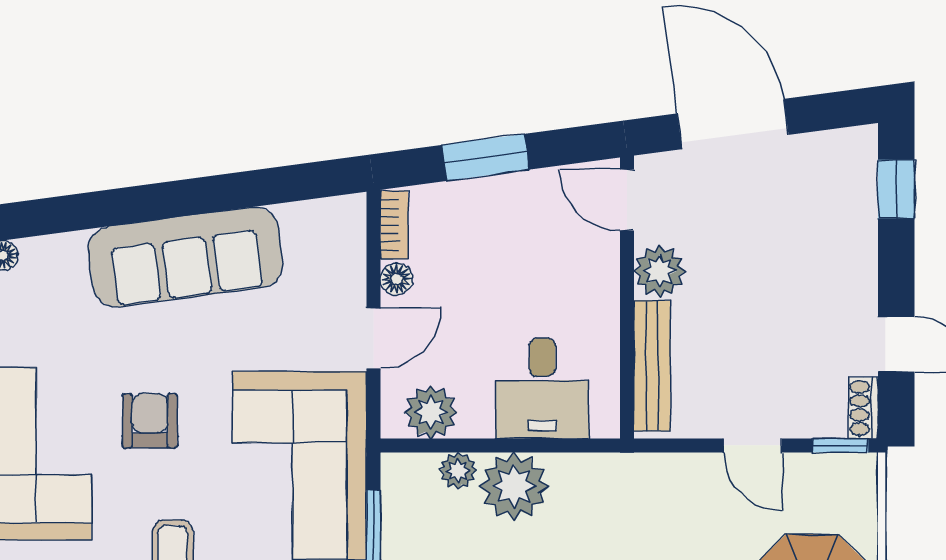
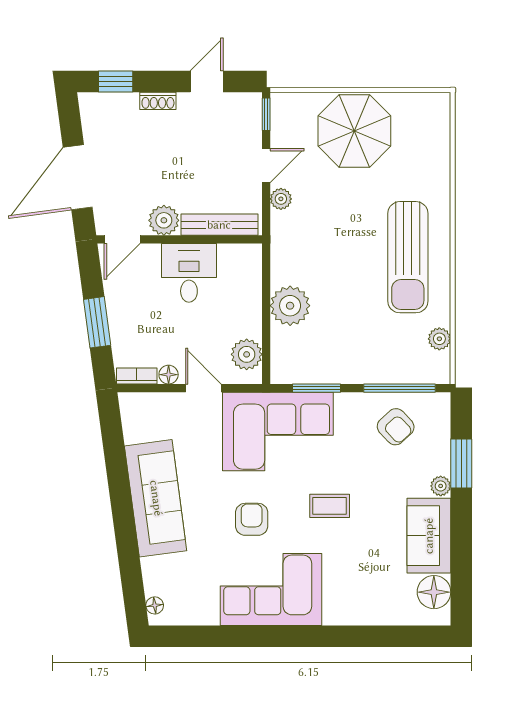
desk: (542, 388) -> (189, 273), moved, turned -90
shoe rack: (863, 408) -> (158, 101), moved
armchair: (150, 421) -> (252, 519), turned 90
plant: (458, 471) -> (281, 199), moved

